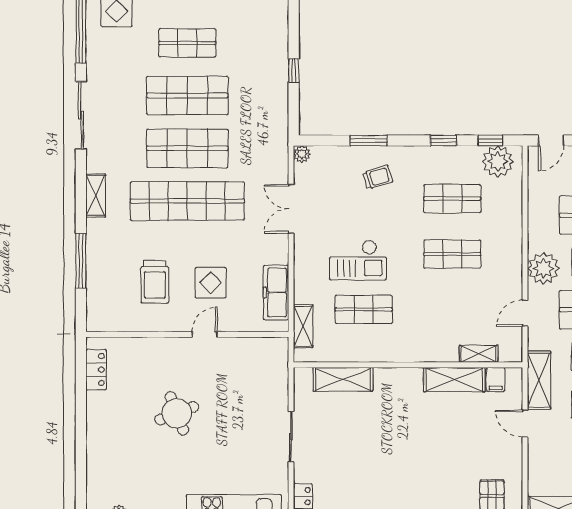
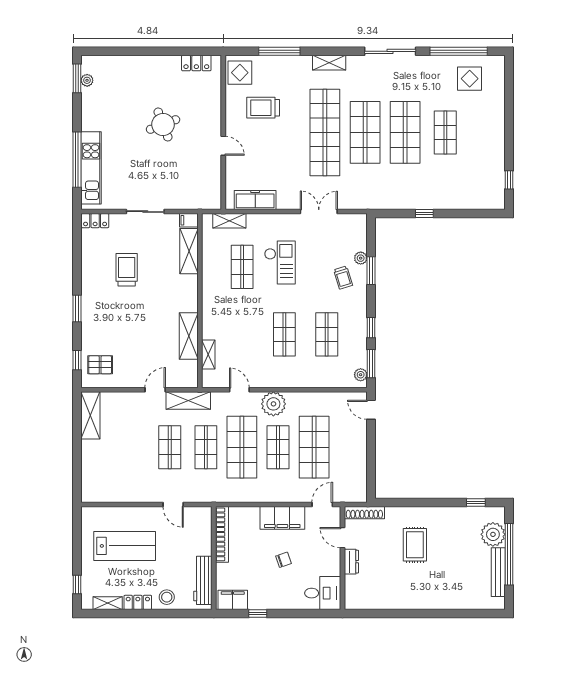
window: (490, 141) -> (371, 364), width x1.50
plant: (302, 154) -> (361, 258), moved
plant: (498, 161) -> (361, 375), width x0.53, depth x0.53
checkout: (358, 260) -> (280, 263), turned 180
display table: (211, 283) -> (240, 73), moved
filing cabinet: (496, 379) -> (189, 220), moved
trolley: (367, 461) -> (127, 270), added

